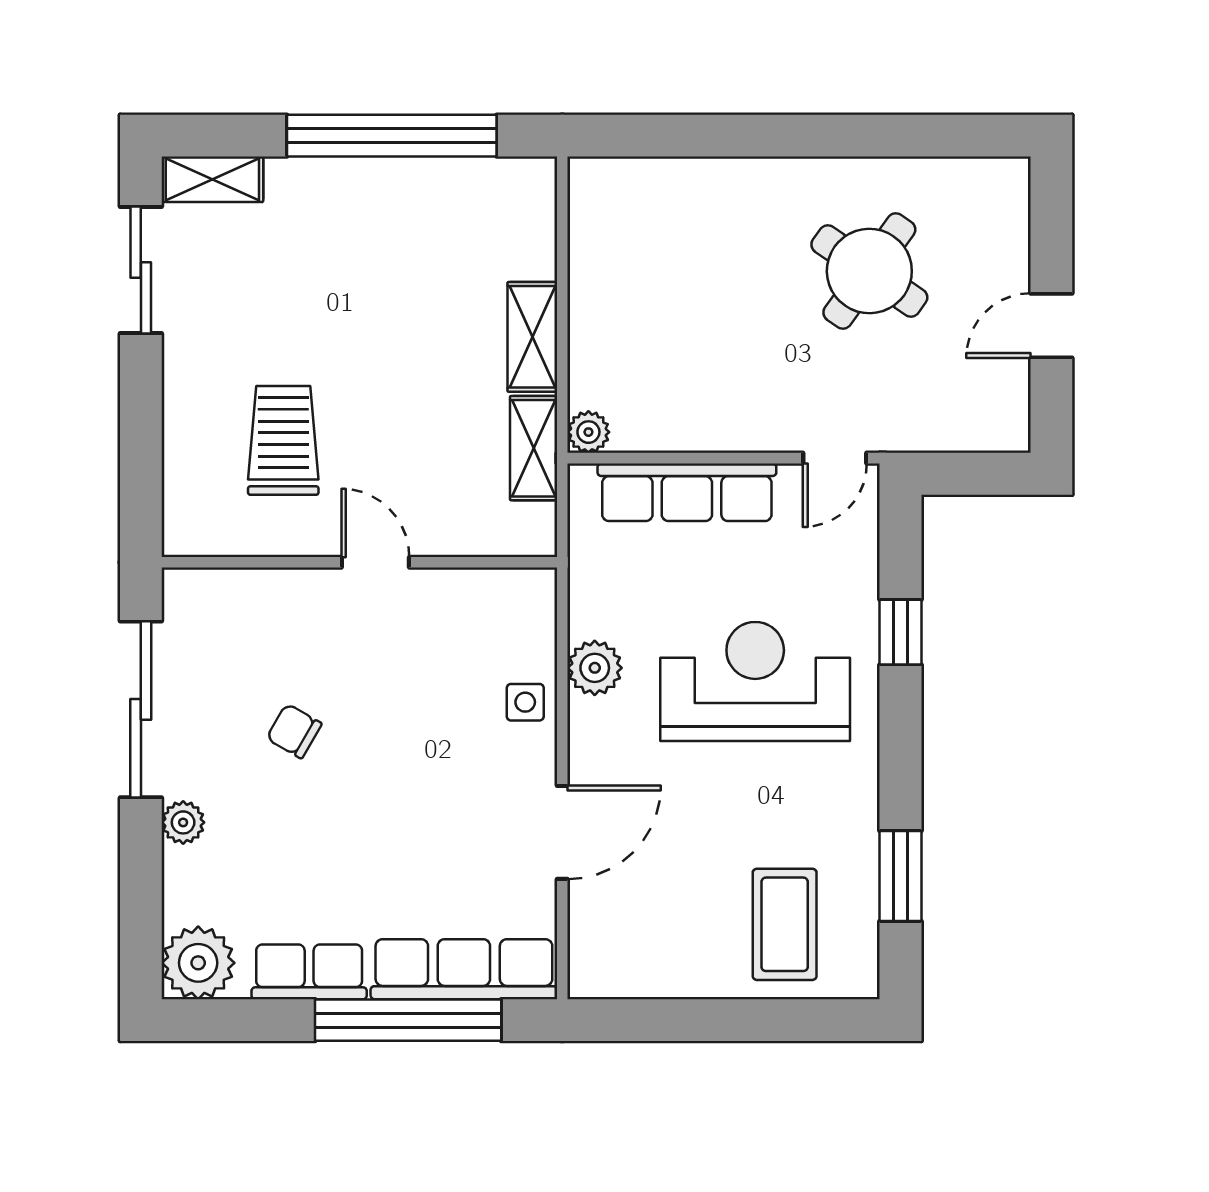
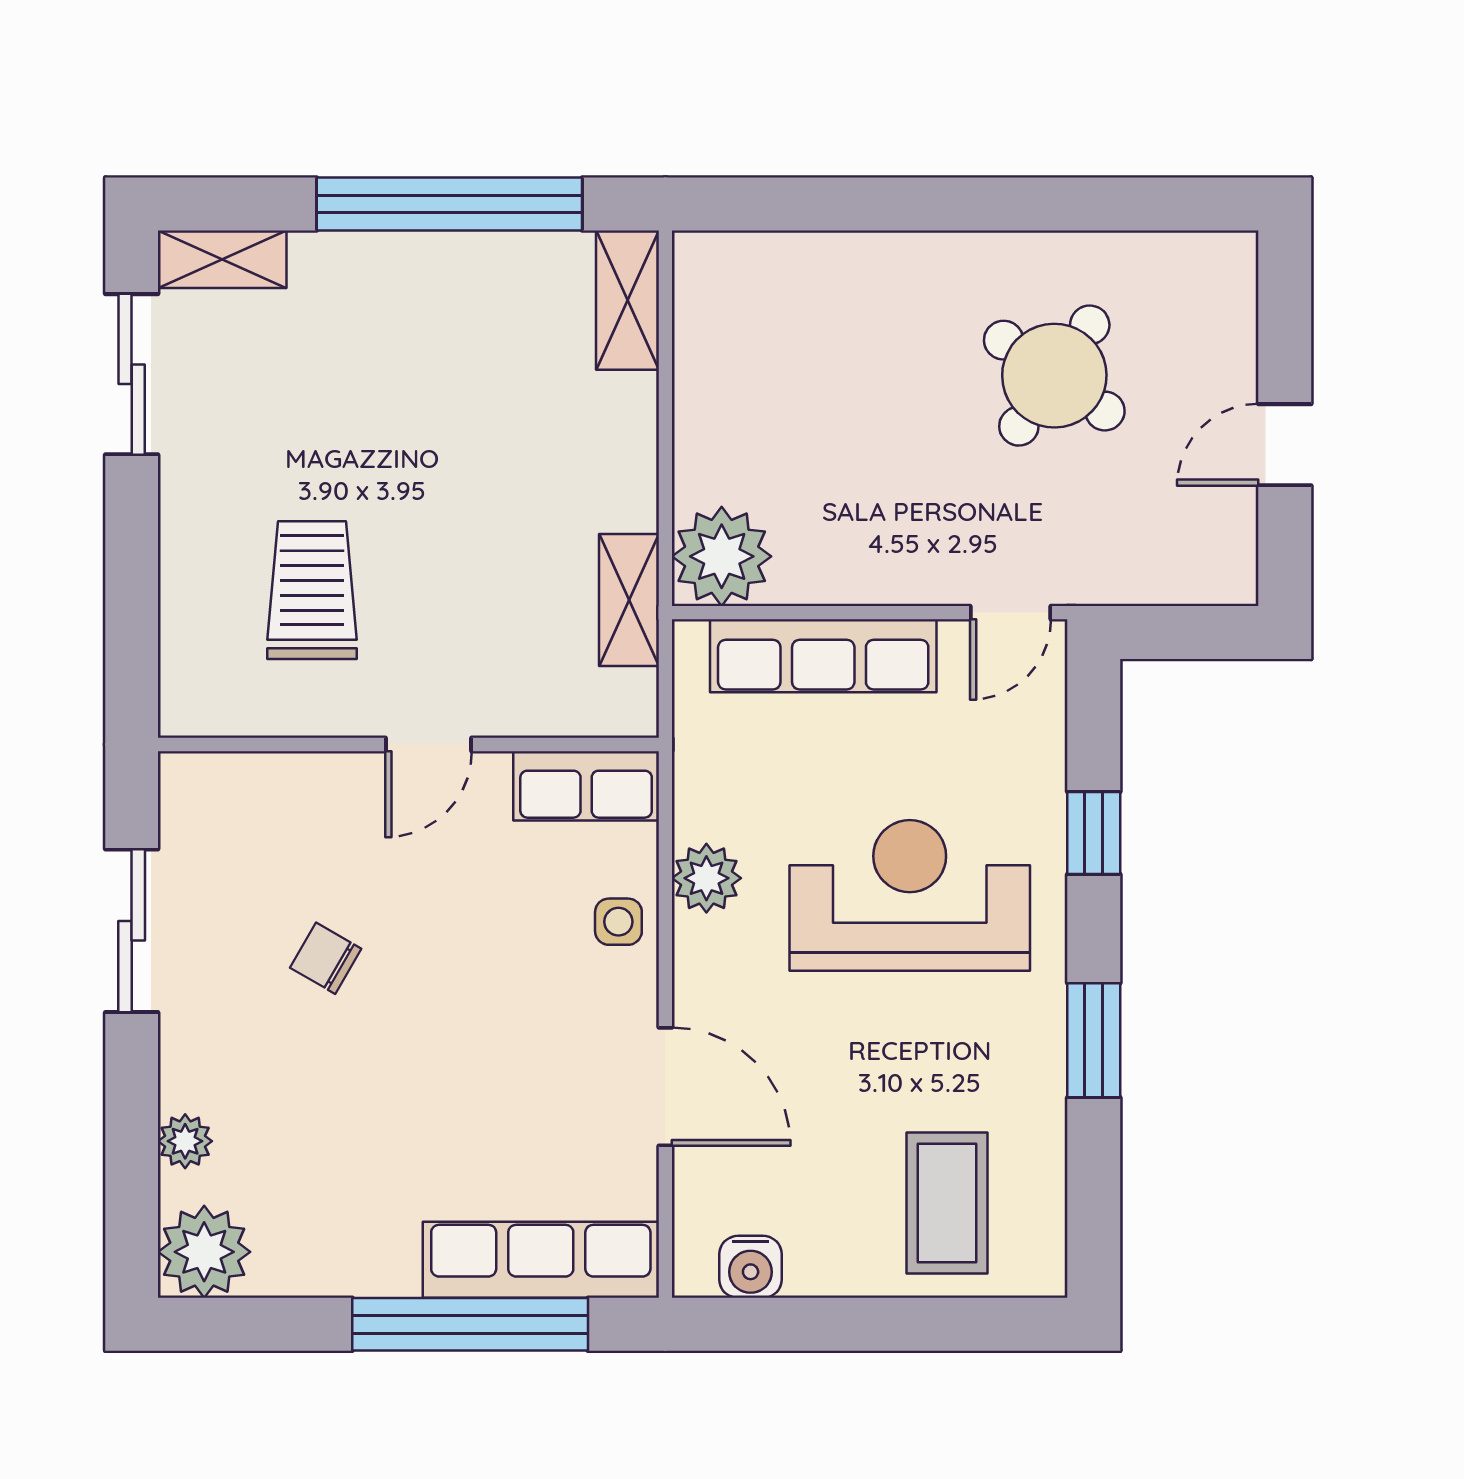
shelving: (532, 337) -> (627, 300), moved
plant: (588, 432) -> (722, 556), width x1.88, depth x1.88
door: (375, 562) -> (429, 744), swing flipped
sliding door: (141, 709) -> (132, 931), width x0.73
plant: (183, 822) -> (185, 1141), moved
door: (562, 832) -> (665, 1087), hinge flipped
window: (900, 876) -> (1094, 1040), moved
row of seats: (309, 972) -> (586, 786), moved, turned 180
water cooler: (630, 975) -> (751, 1267), added

